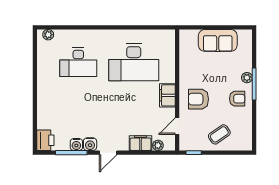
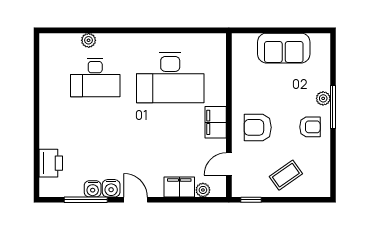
plant: (48, 35) -> (89, 40), moved
printer: (45, 140) -> (51, 163), moved
door: (108, 153) -> (136, 200), swing flipped

